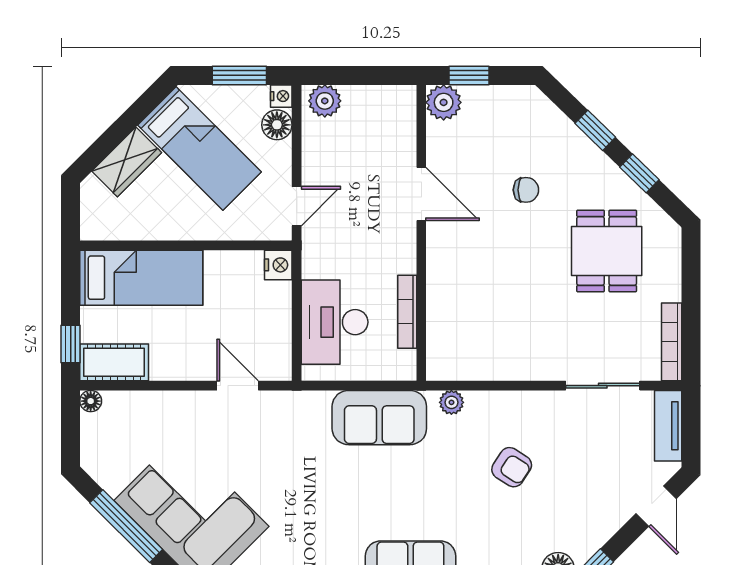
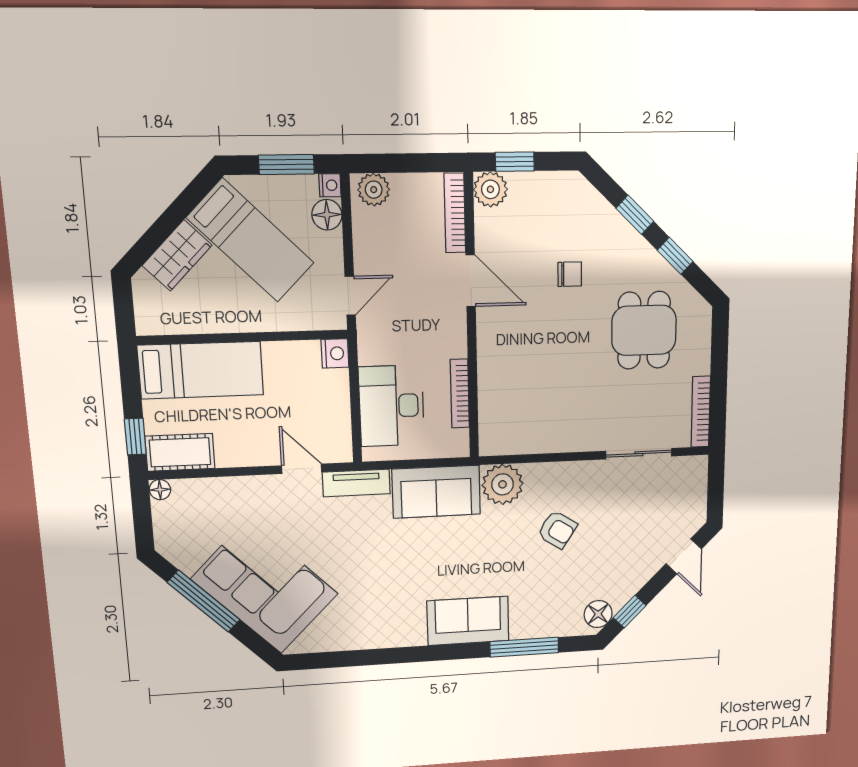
bookcase: (406, 125) -> (455, 213), added
plant: (451, 402) -> (503, 484), width x1.87, depth x1.87
tv unit: (668, 426) -> (356, 483), moved, turned -90

